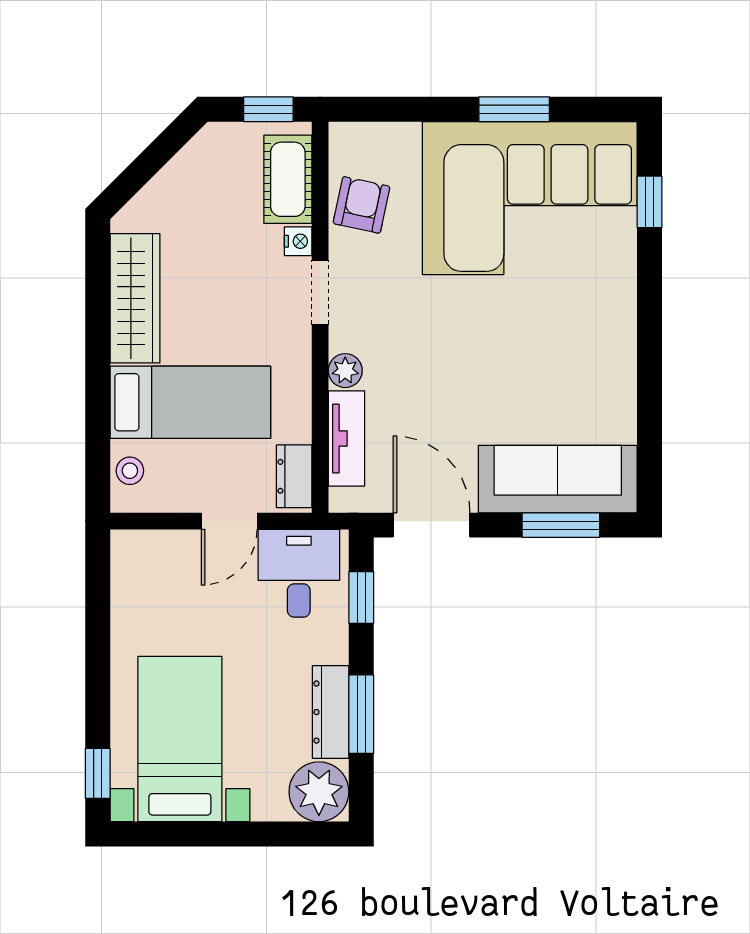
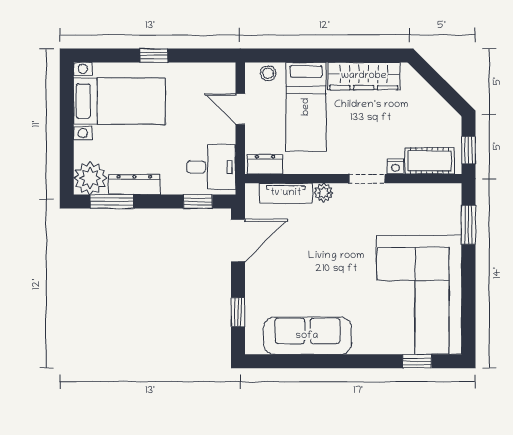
window: (514, 109) -> (469, 225), moved
armchair: (361, 205) -> (415, 202), removed
sofa: (558, 479) -> (307, 336), moved, turned -90
door: (229, 521) -> (240, 109), moved
window: (561, 525) -> (238, 312), width x0.67
window: (361, 714) -> (112, 202), moved
window: (98, 773) -> (154, 55), moved

